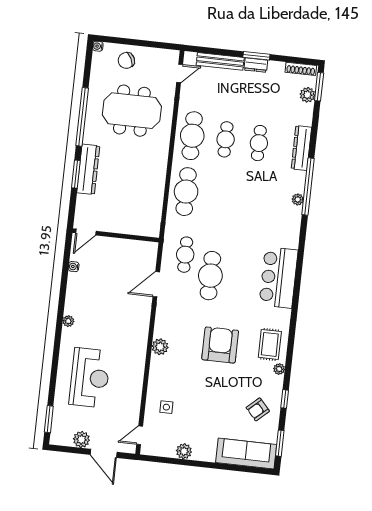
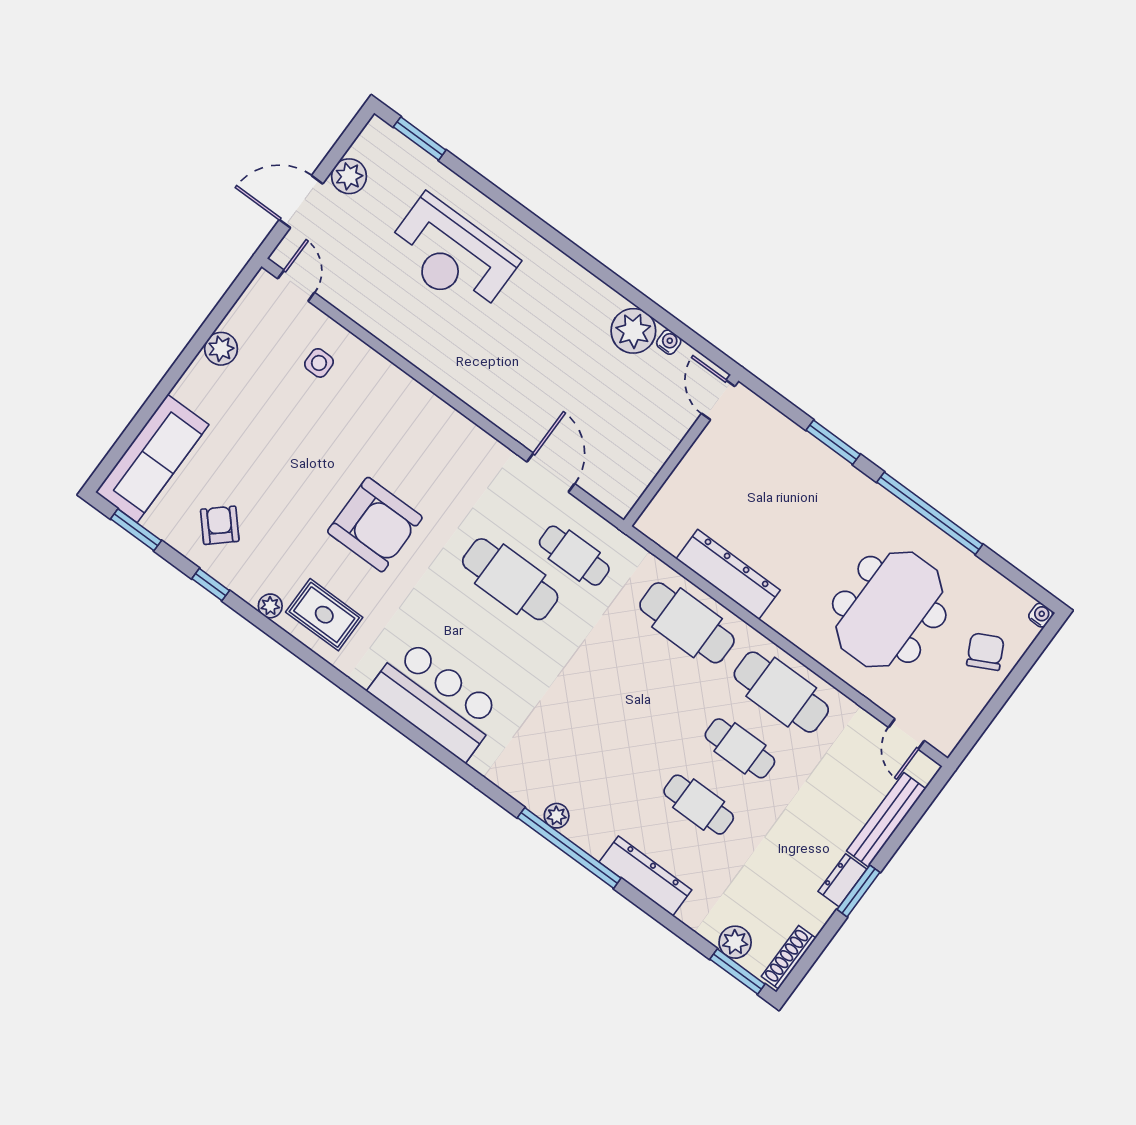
dresser: (88, 169) -> (728, 574), moved, turned 180
plant: (68, 321) -> (633, 331), moved, width x1.87, depth x1.87
plant: (160, 347) -> (434, 414), removed

